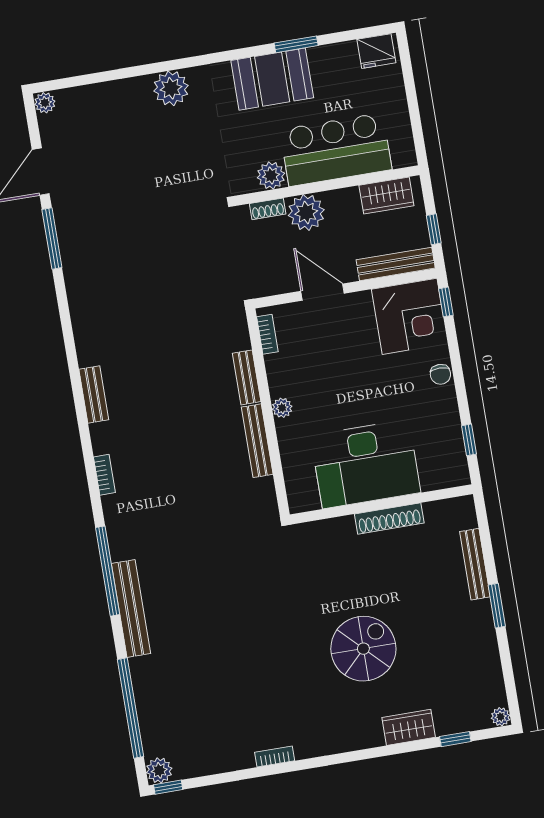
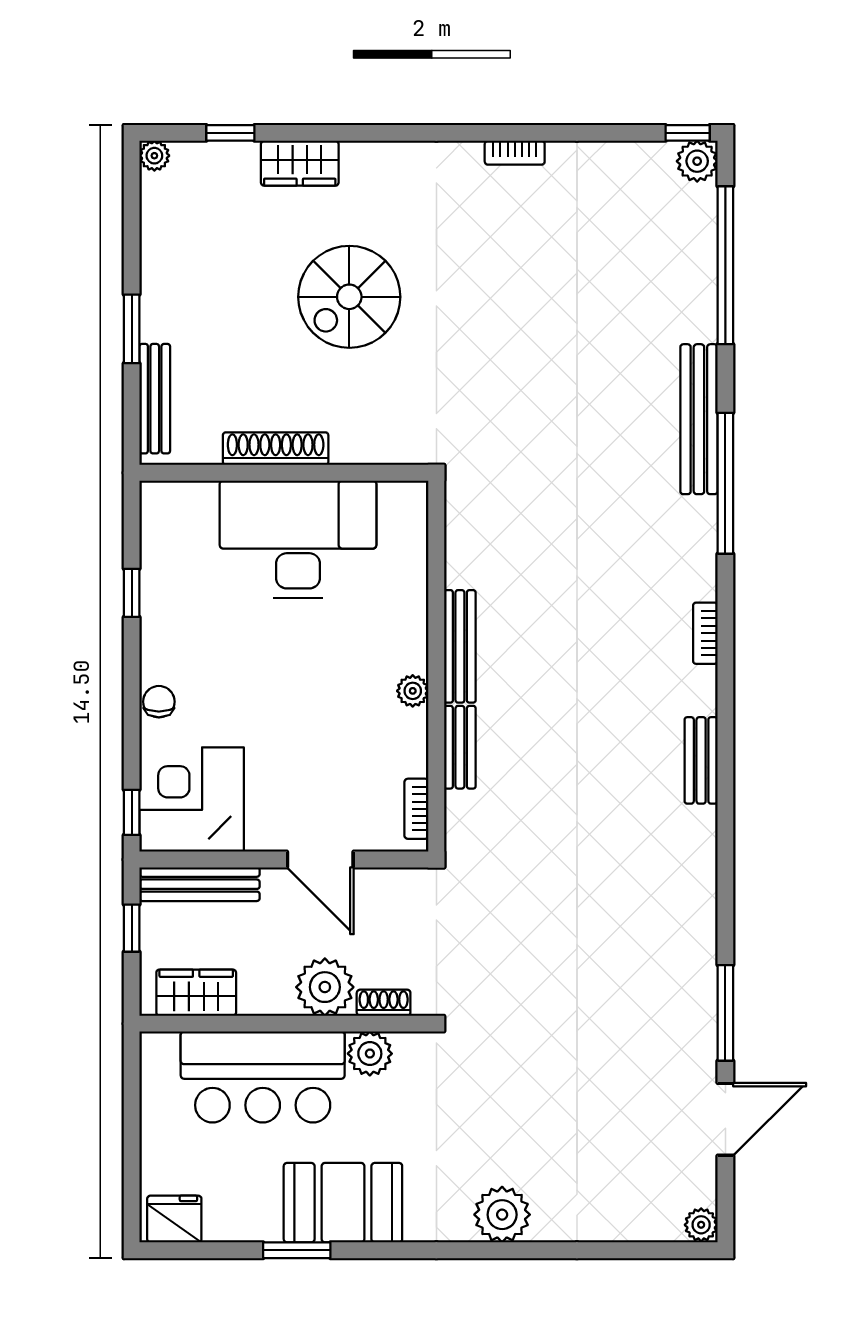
desk: (366, 464) -> (298, 539), moved
wall: (381, 504) -> (284, 473), moved
shoe rack: (389, 519) -> (276, 449), moved

